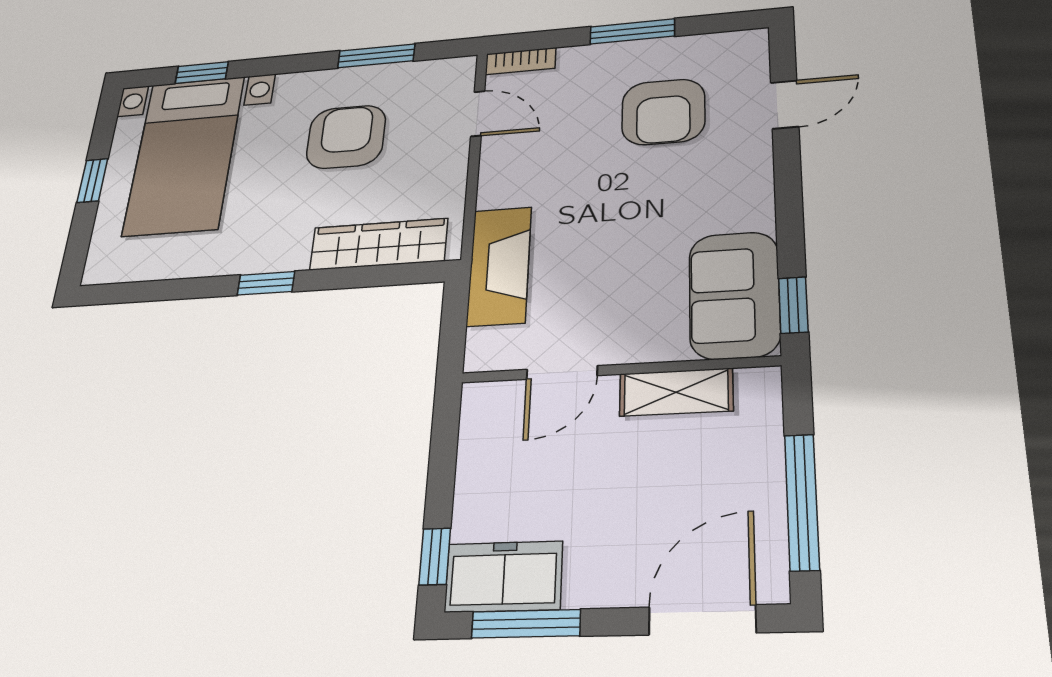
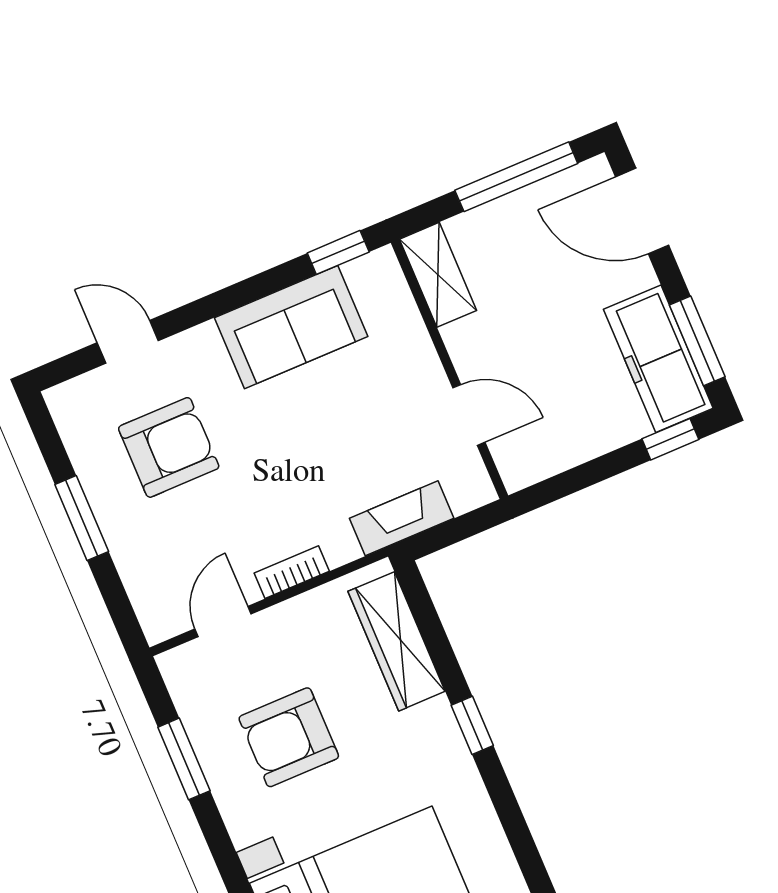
bookcase: (521, 61) -> (292, 572), moved, turned -90
fireplace: (499, 266) -> (402, 518), width x0.73, depth x0.76
sofa: (734, 295) -> (291, 327), moved
shelving: (676, 392) -> (438, 275), moved
freezer: (504, 577) -> (658, 359), width x1.40

